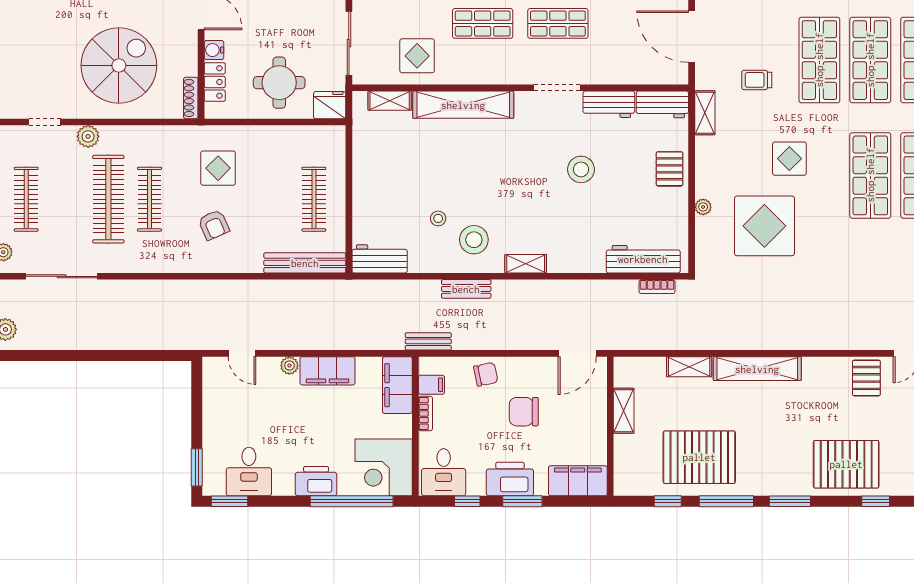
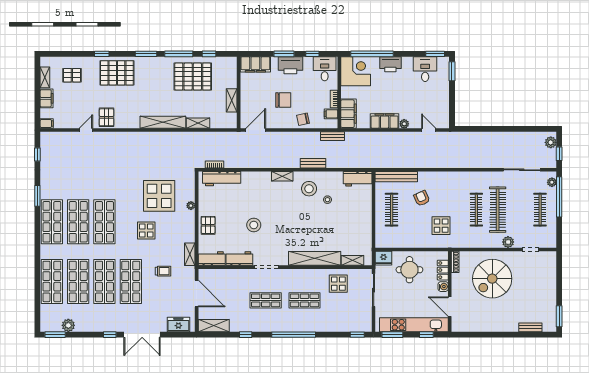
armchair: (214, 225) -> (422, 198), moved

